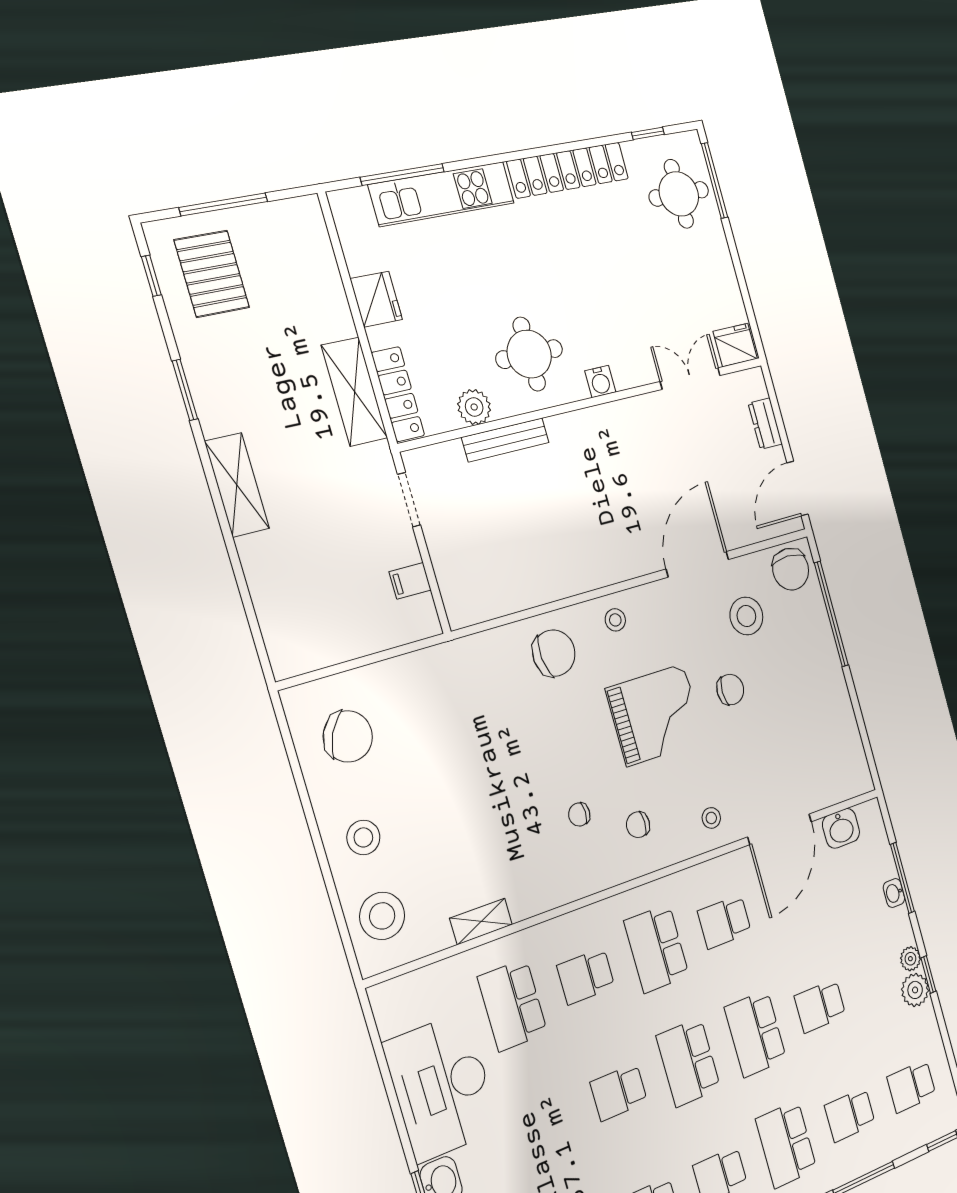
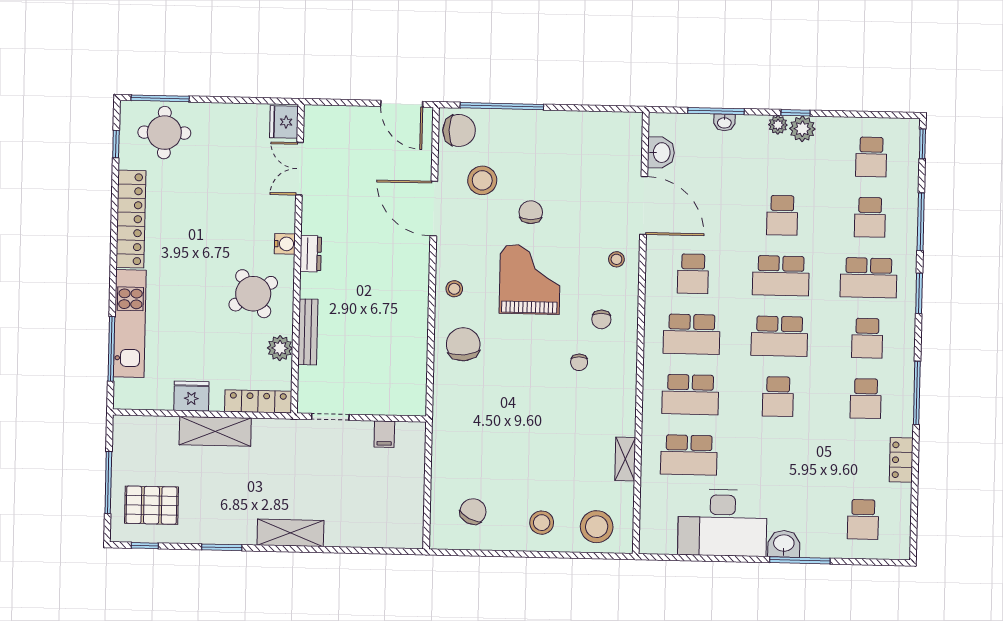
round table: (529, 354) -> (253, 294), turned -33
shelving: (354, 392) -> (215, 431), moved
dresser: (765, 424) -> (311, 254), moved, turned -90
chair: (348, 736) -> (473, 512), width x0.73, depth x0.73
school desk: (586, 976) -> (690, 395), width x1.85

